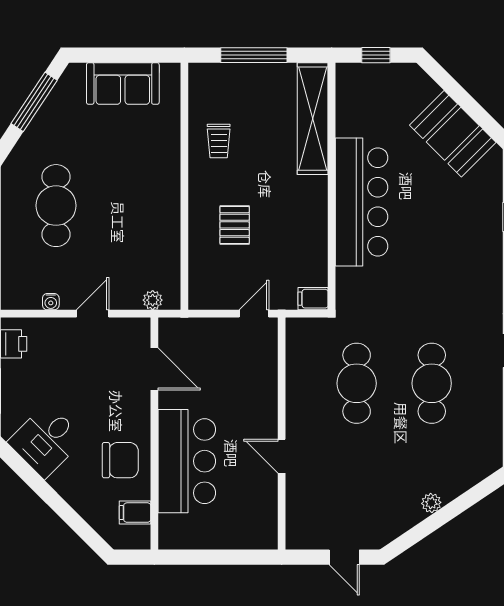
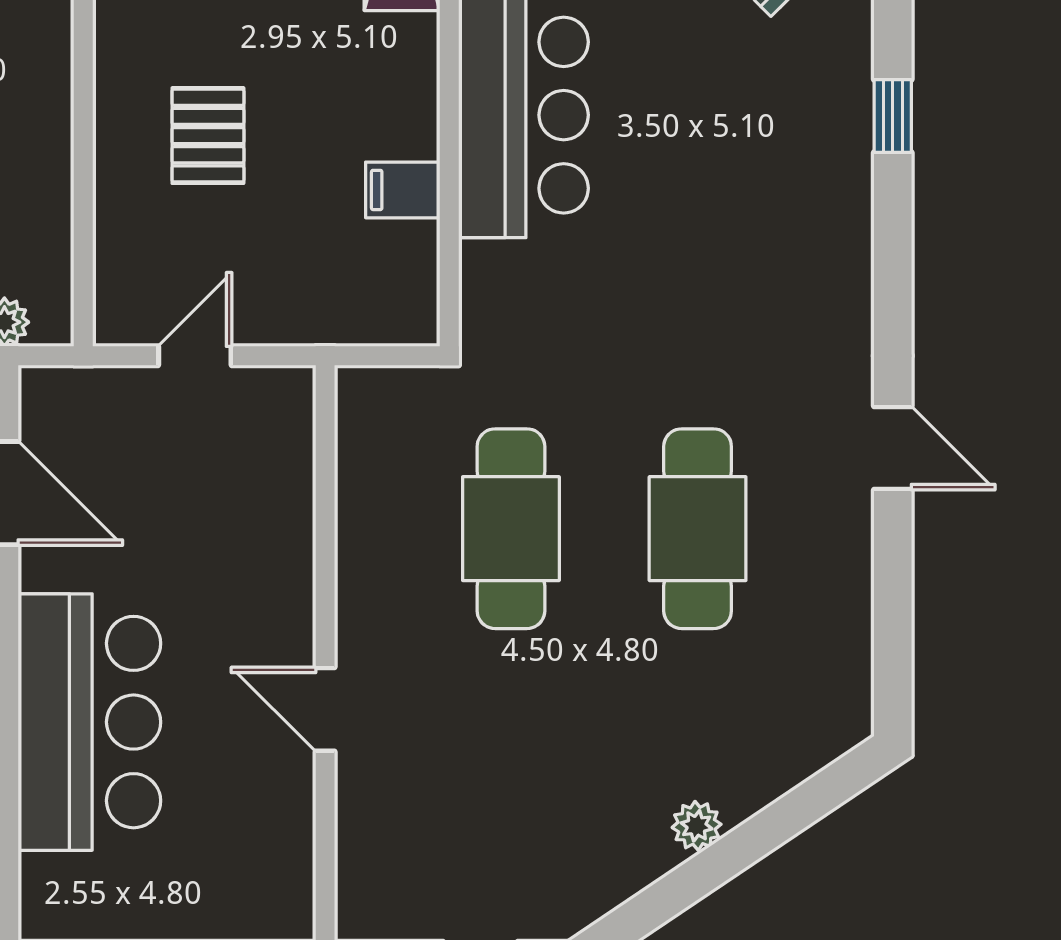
filing cabinet: (313, 299) -> (403, 190), moved
door: (254, 314) -> (195, 356), moved

